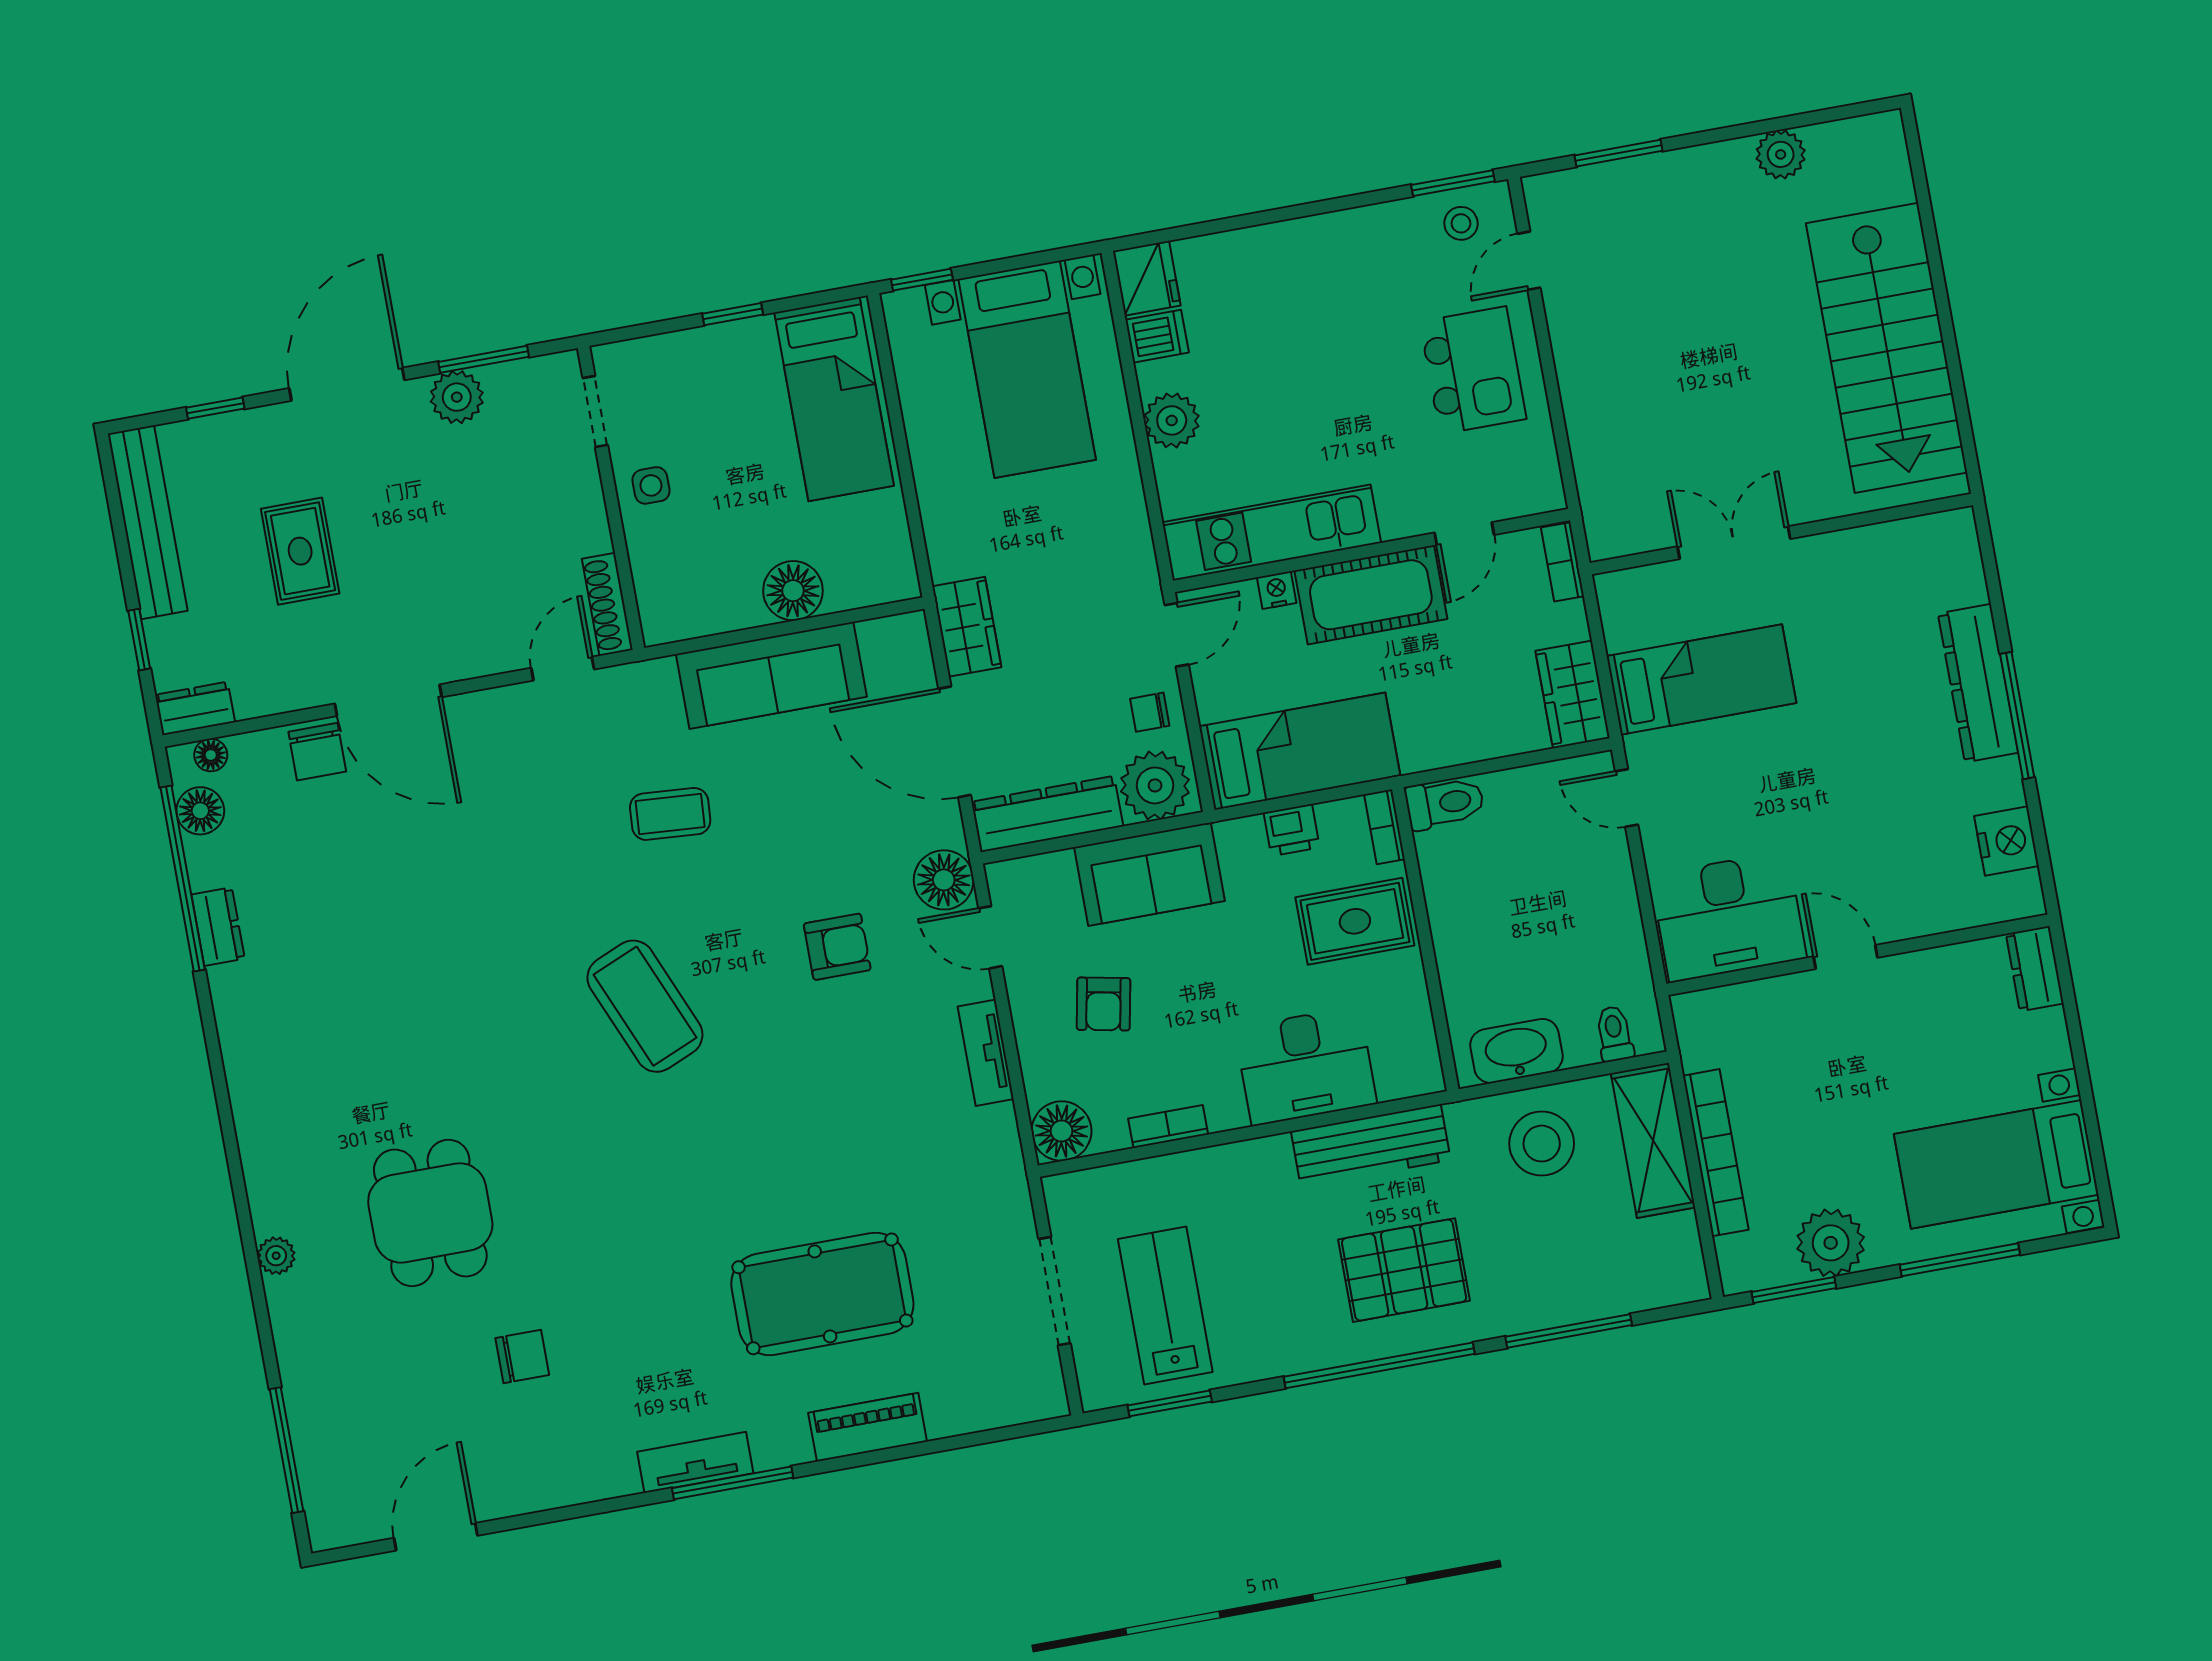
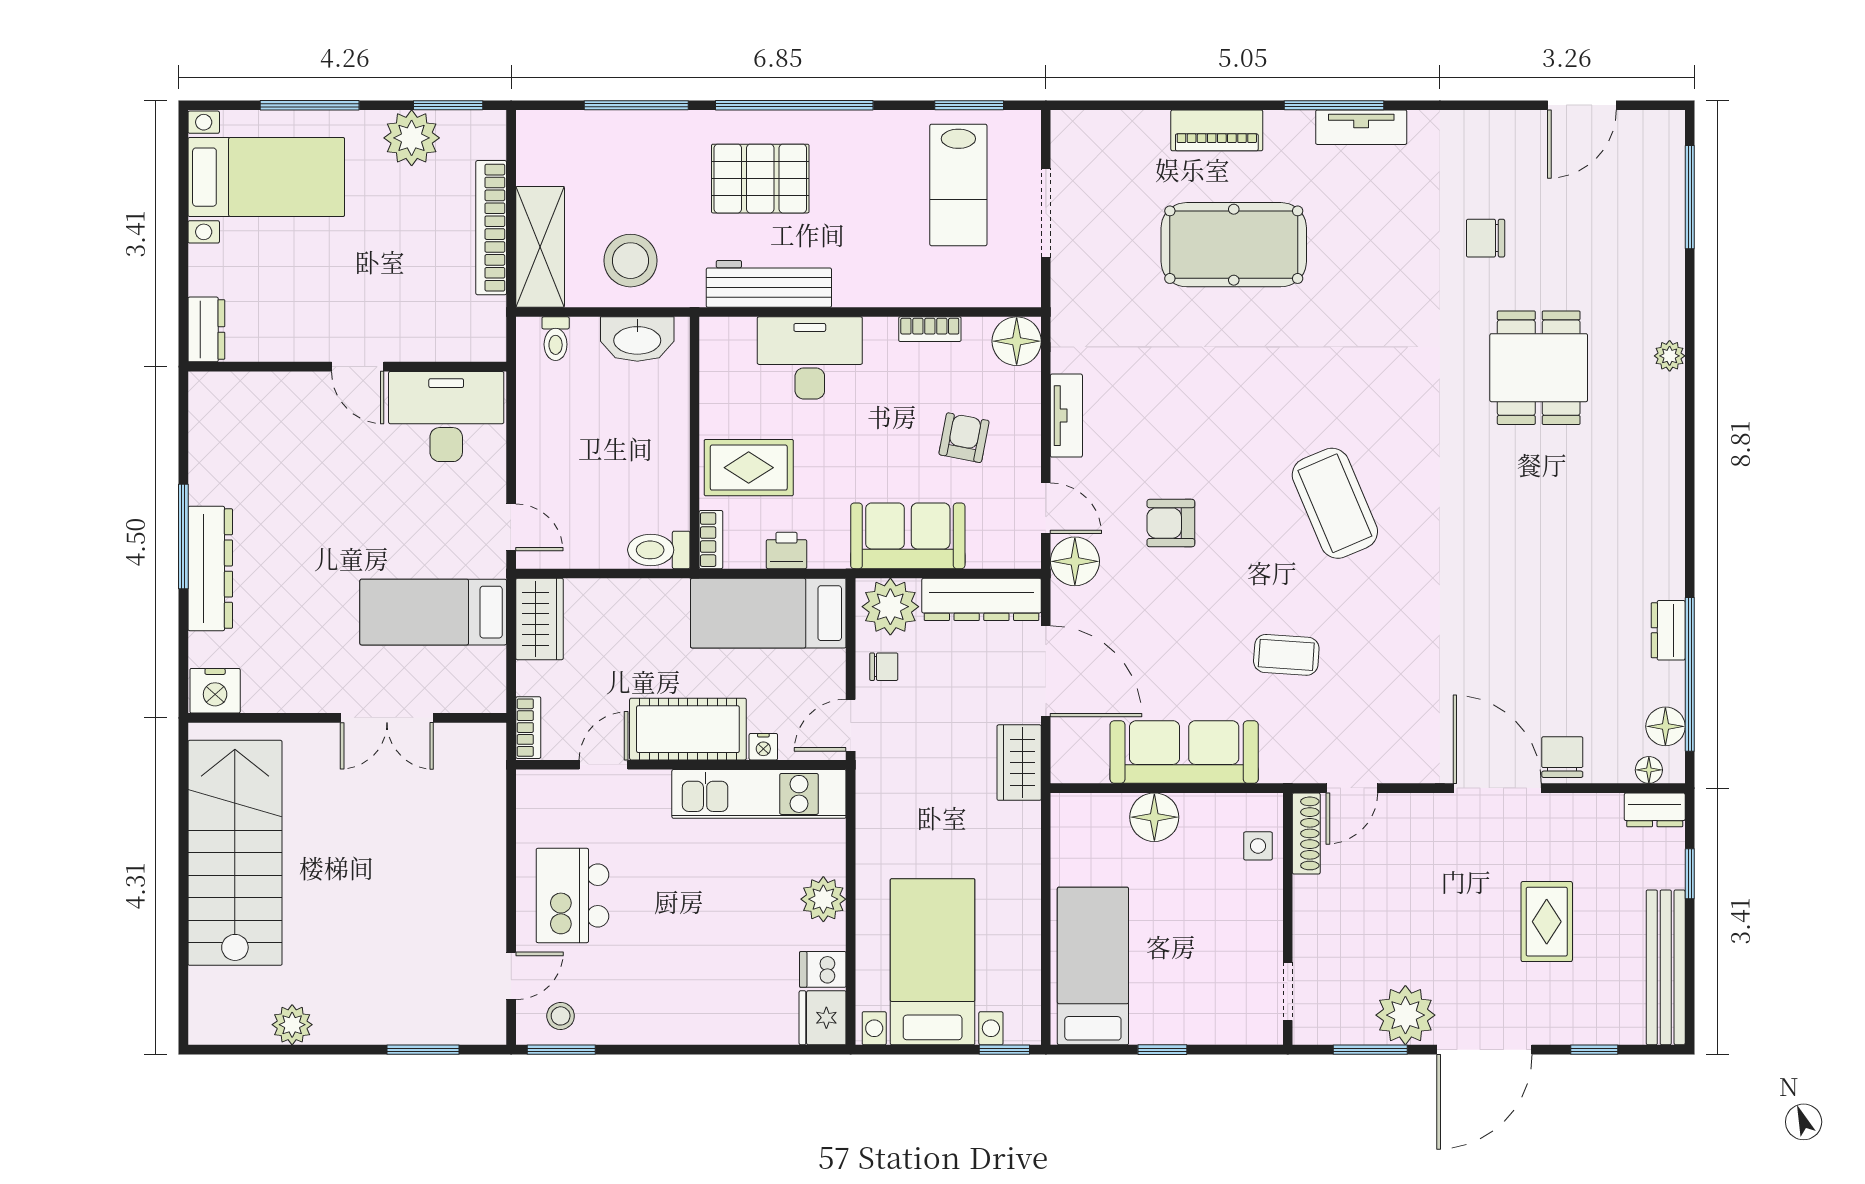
plant: (457, 397) -> (1405, 1015), width x1.36, depth x1.36
side table: (651, 485) -> (1258, 846), moved
nightstand: (2006, 841) -> (215, 691), moved, turned -90

